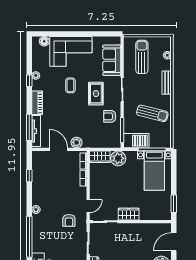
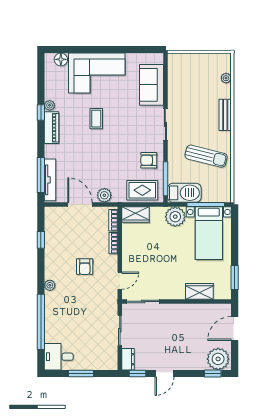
sun lounger: (142, 57) -> (192, 80), removed
rug: (96, 94) -> (142, 190), moved, turned 90
piano: (37, 103) -> (51, 128), moved
plant: (118, 158) -> (175, 217), moved
wardrobe: (129, 214) -> (199, 291), moved
armchair: (69, 220) -> (85, 267), moved

